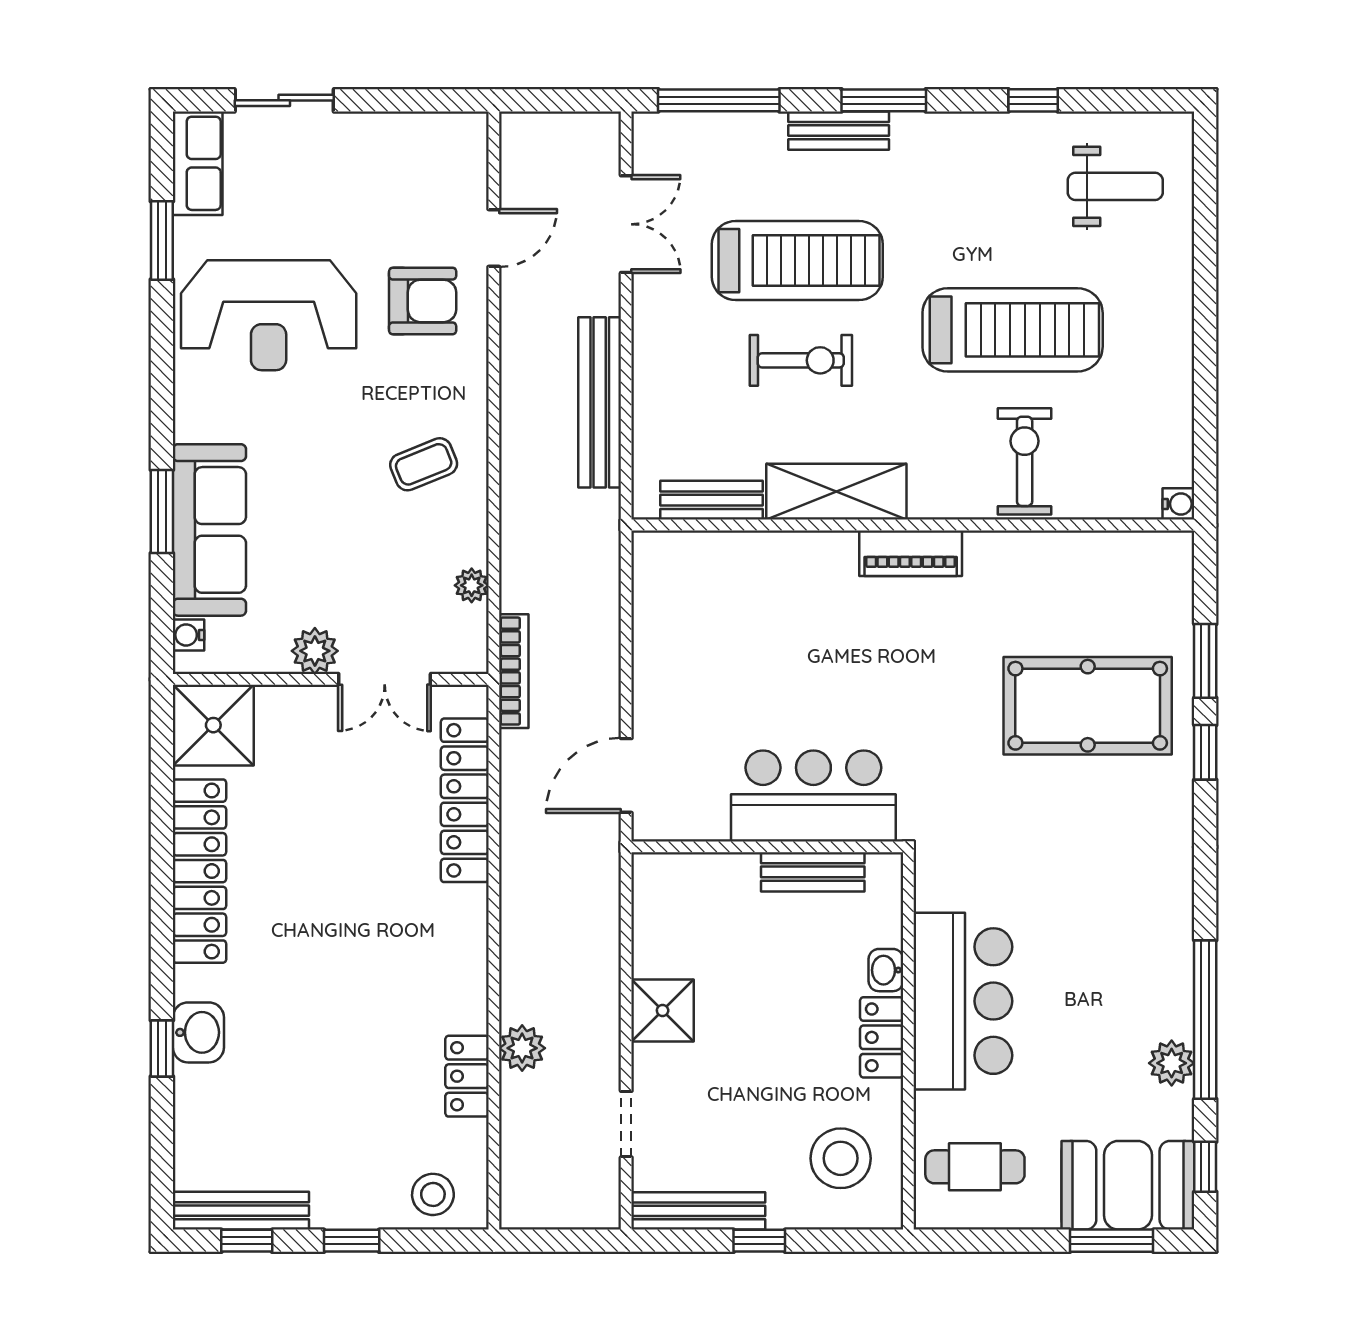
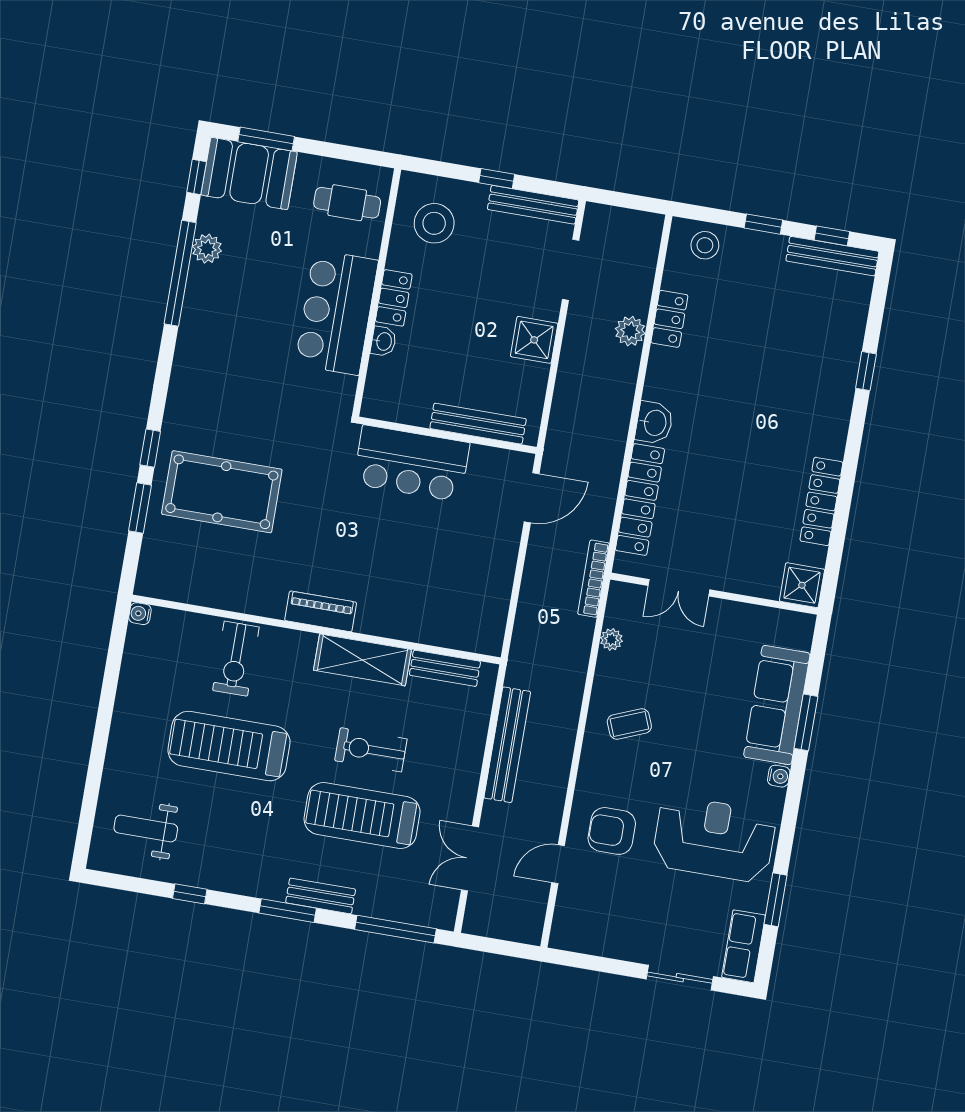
water cooler: (189, 635) -> (779, 776), moved
plant: (315, 651) -> (721, 614), removed
double door: (385, 679) -> (679, 588), swing flipped
shower: (213, 725) -> (802, 585), width x0.73, depth x0.73
locker: (199, 871) -> (821, 501), width x0.71, depth x0.83
bench: (813, 872) -> (478, 424), moved, width x1.36
washbasin: (198, 1032) -> (654, 423), moved, turned 180
doorway: (626, 1124) -> (571, 270), width x1.38

